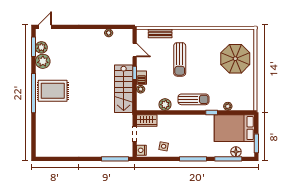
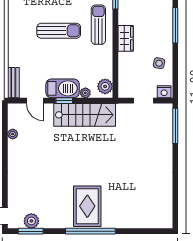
bench: (160, 33) -> (13, 83), moved
door: (135, 50) -> (35, 101), swing flipped
sun lounger: (180, 59) -> (59, 31), moved
plant: (43, 61) -> (49, 219), removed
barbecue: (142, 78) -> (63, 88), width x1.88, depth x1.53
plant: (165, 105) -> (105, 86), moved
wardrobe: (147, 120) -> (126, 38), moved

